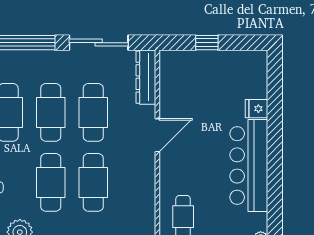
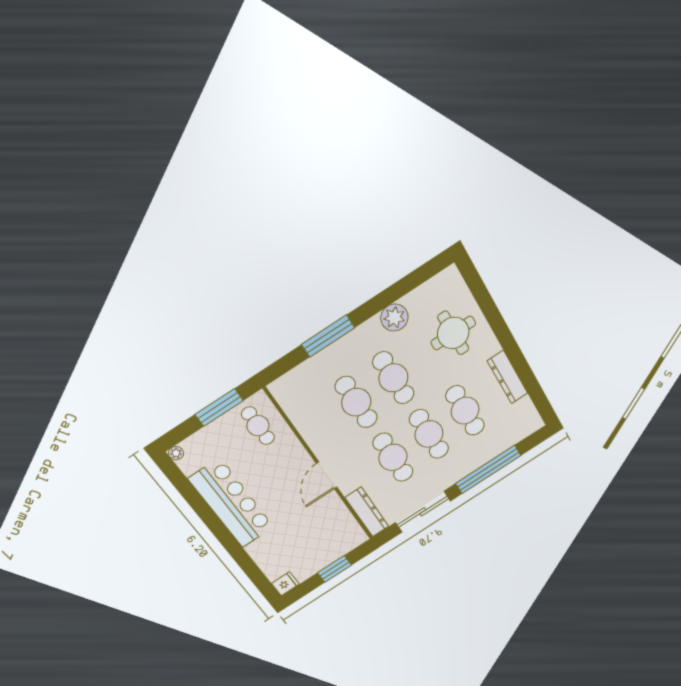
window: (207, 43) -> (334, 569), width x1.50
fridge: (256, 109) -> (285, 584), moved

